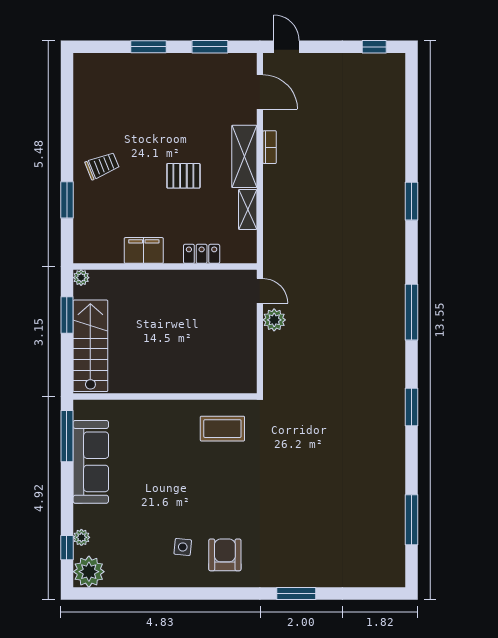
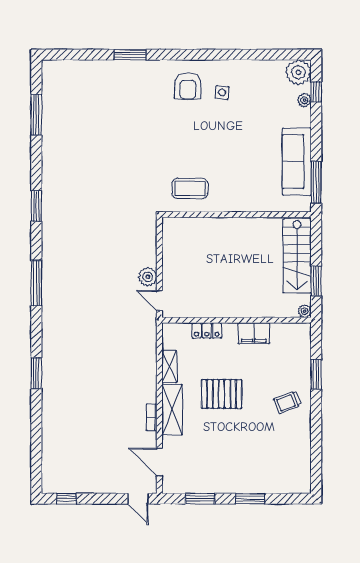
pallet: (183, 176) -> (222, 394), width x1.50, depth x1.42

